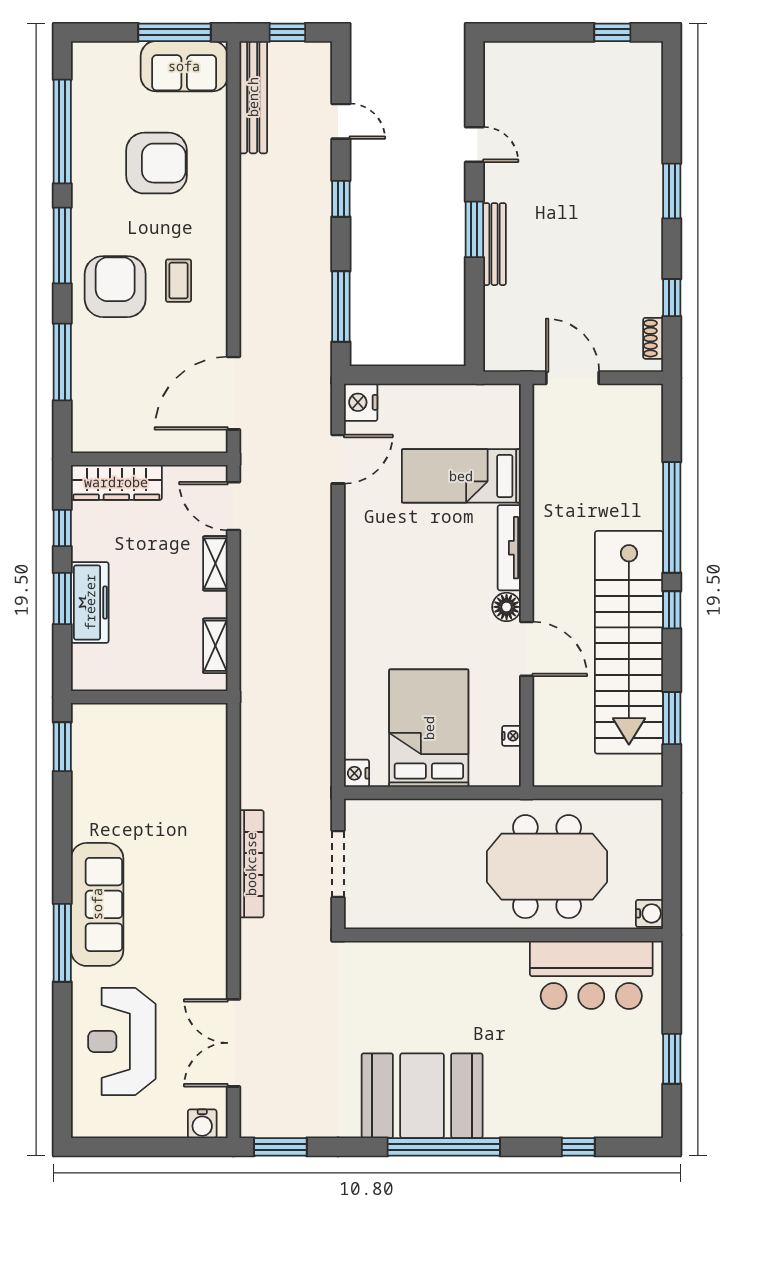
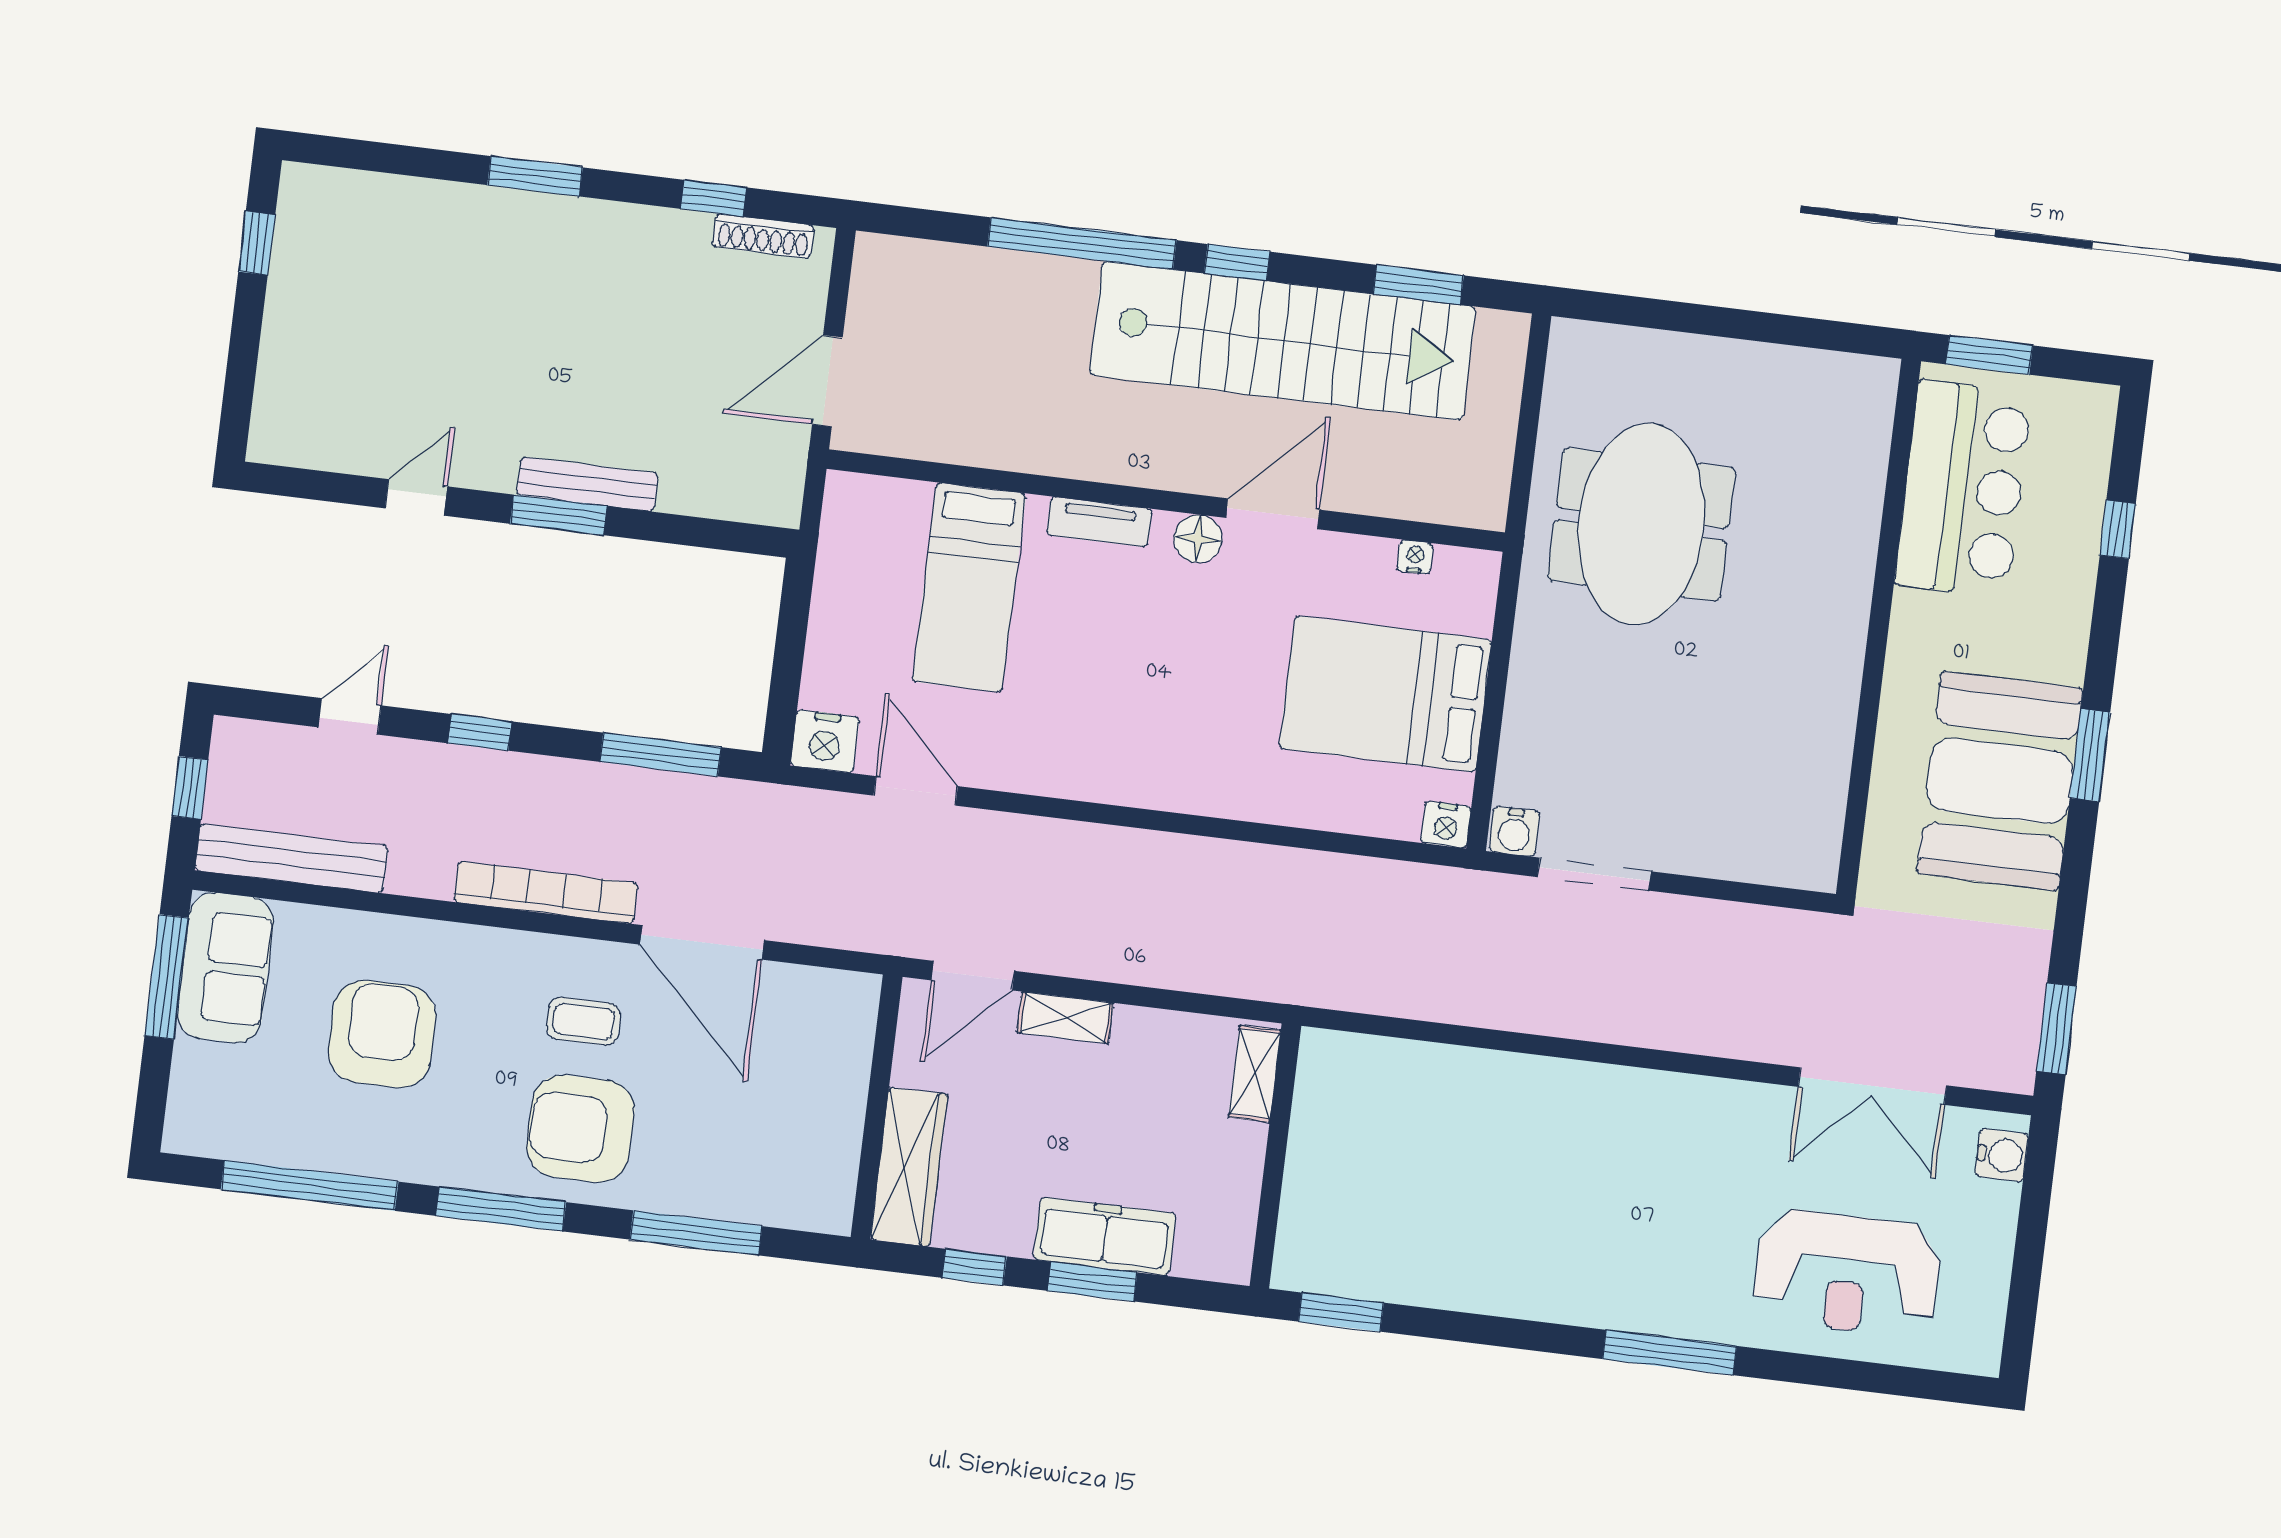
shoe rack: (653, 338) -> (763, 236), width x1.43
door: (233, 393) -> (702, 942), moved
tv unit: (509, 548) -> (1099, 522), width x0.71
shelving: (215, 646) -> (1255, 1074), moved, turned 90
bookcase: (251, 864) -> (546, 893), moved
sofa: (97, 904) -> (1612, 1286), removed
water cooler: (649, 913) -> (1514, 831), moved, turned 180
wall: (503, 935) -> (1879, 628), moved
bar counter: (591, 975) -> (1963, 488), moved
window: (444, 1147) -> (2090, 755), width x0.47

